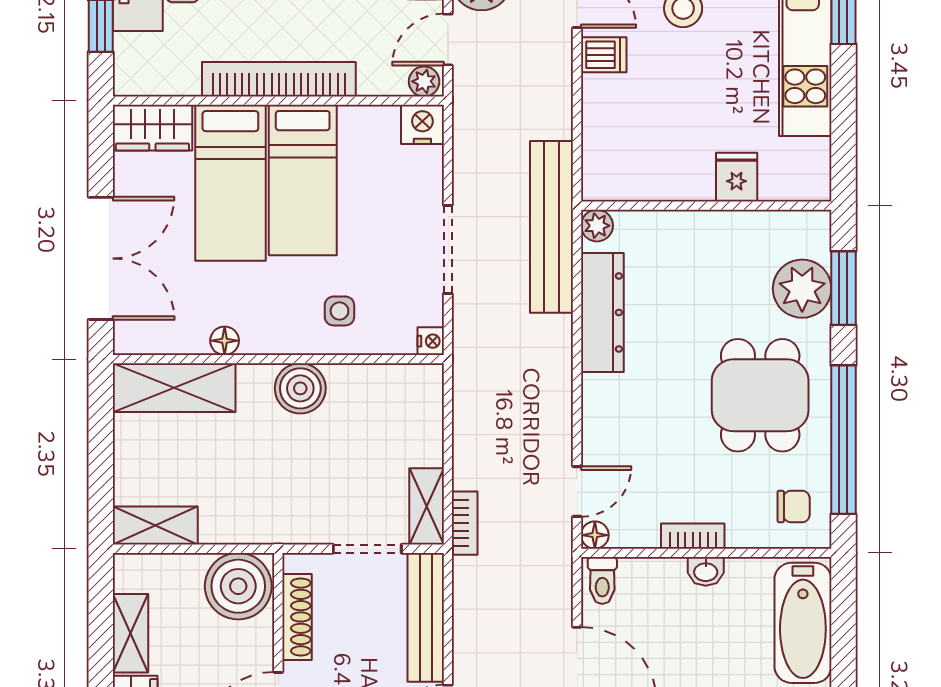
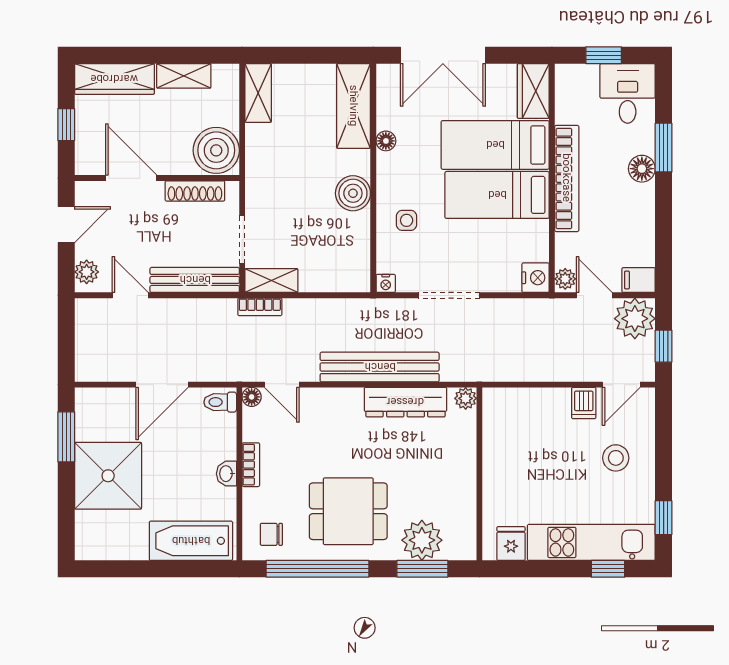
fridge: (737, 177) -> (511, 544), moved, turned -90
bench: (552, 227) -> (380, 367), moved
chair: (794, 507) -> (271, 534), turned 90

